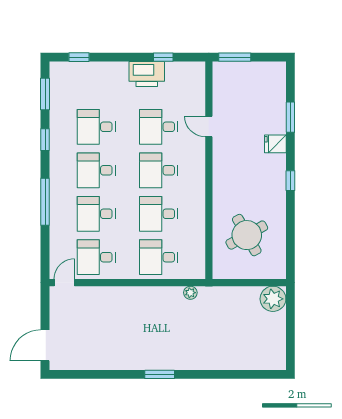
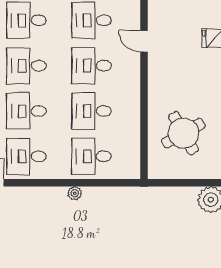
door: (209, 126) -> (144, 41), moved
plant: (190, 293) -> (75, 193), moved

